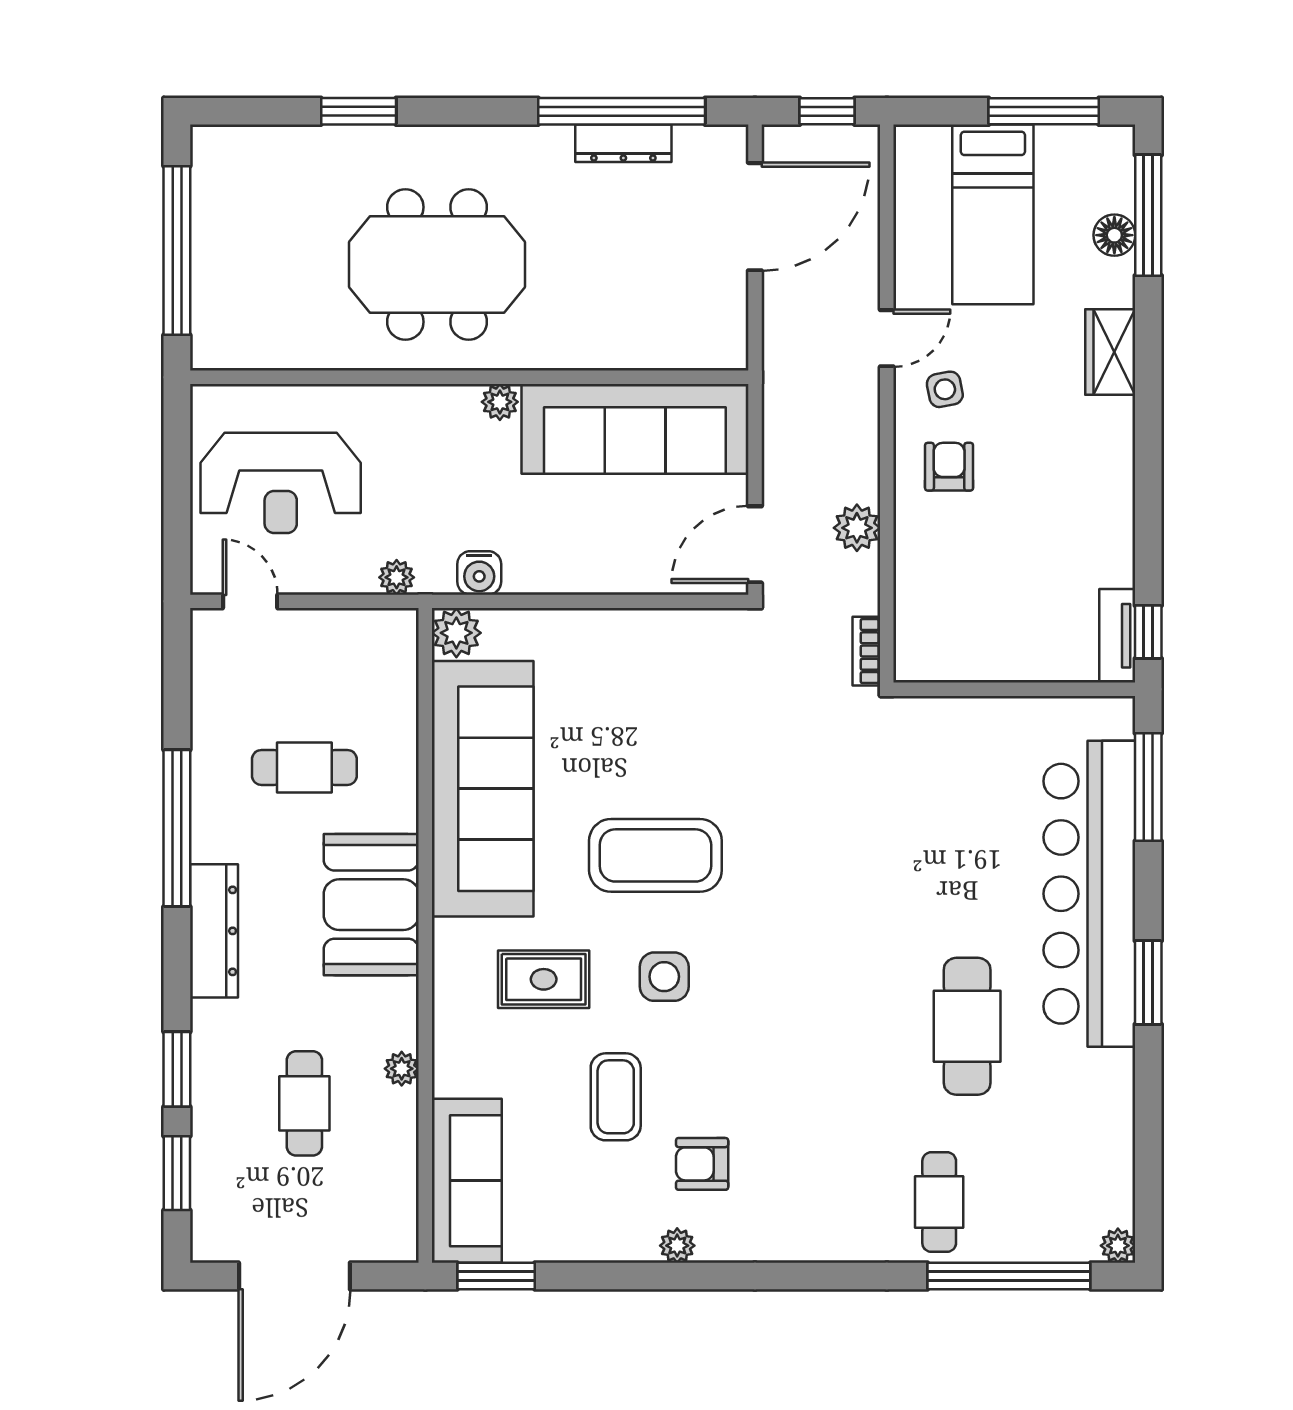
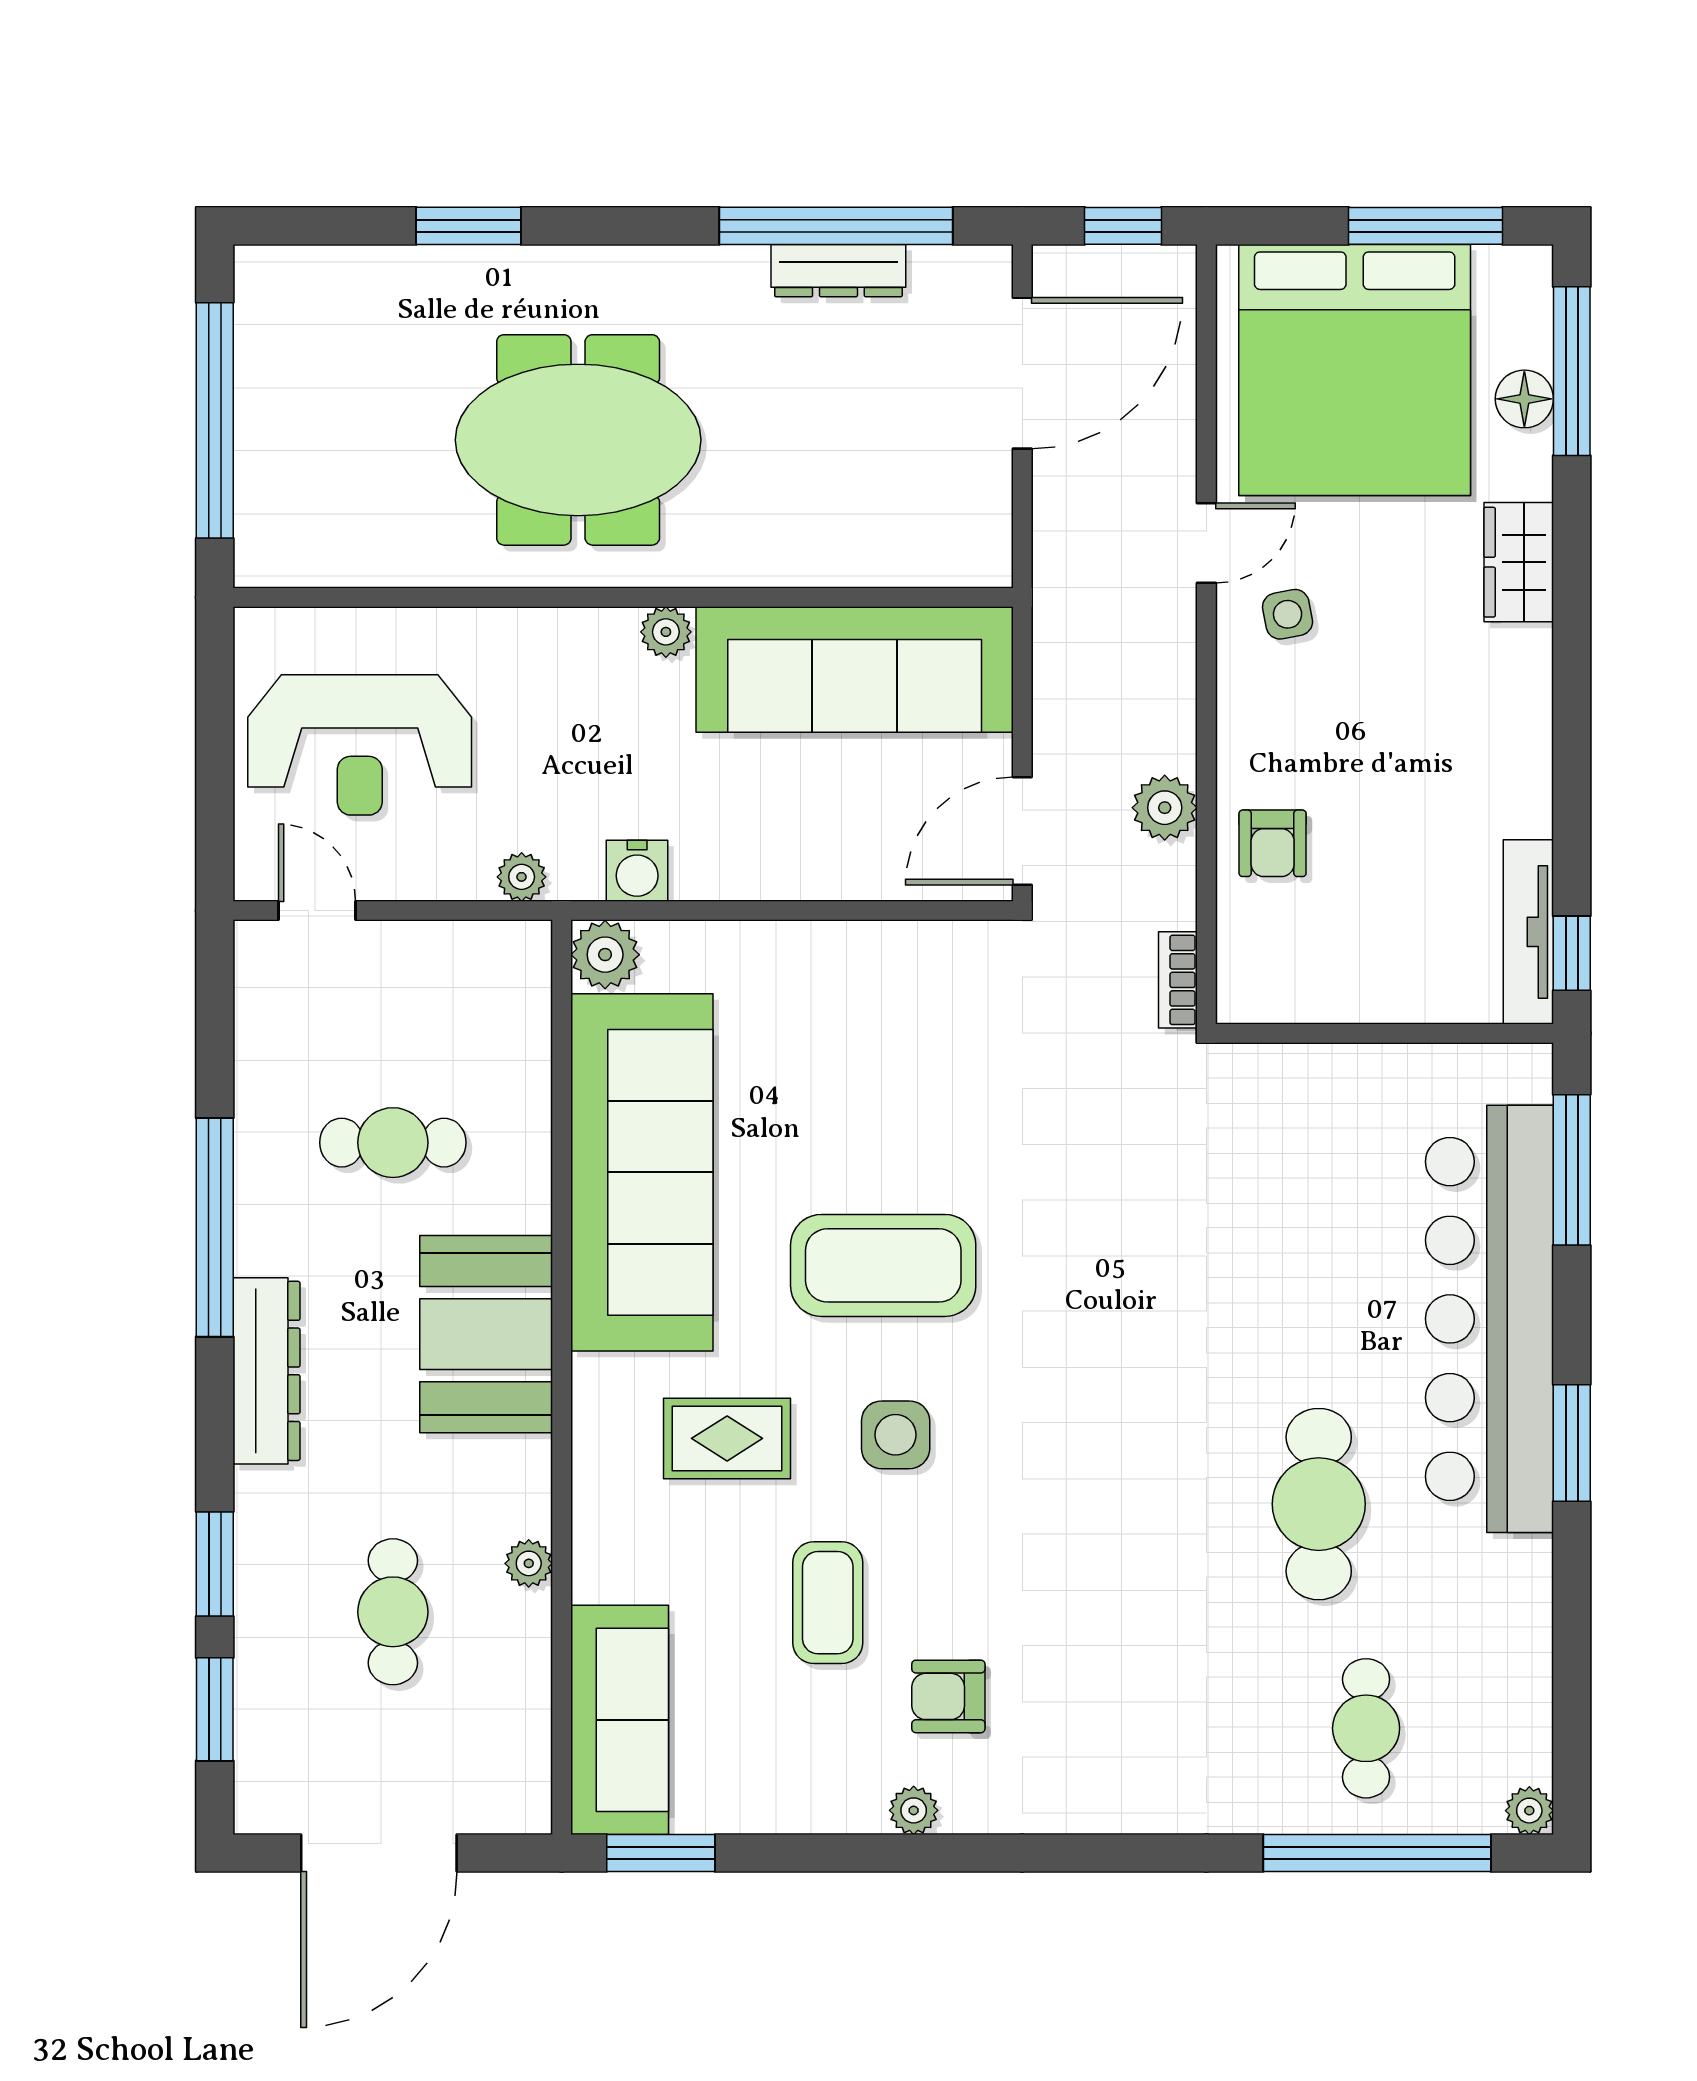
bed: (993, 214) -> (1355, 370), width x2.04
armchair: (949, 467) -> (1273, 843), moved, turned 180
tv unit: (1117, 636) -> (1528, 932), width x1.41
cafe table: (939, 1202) -> (1366, 1728), moved

